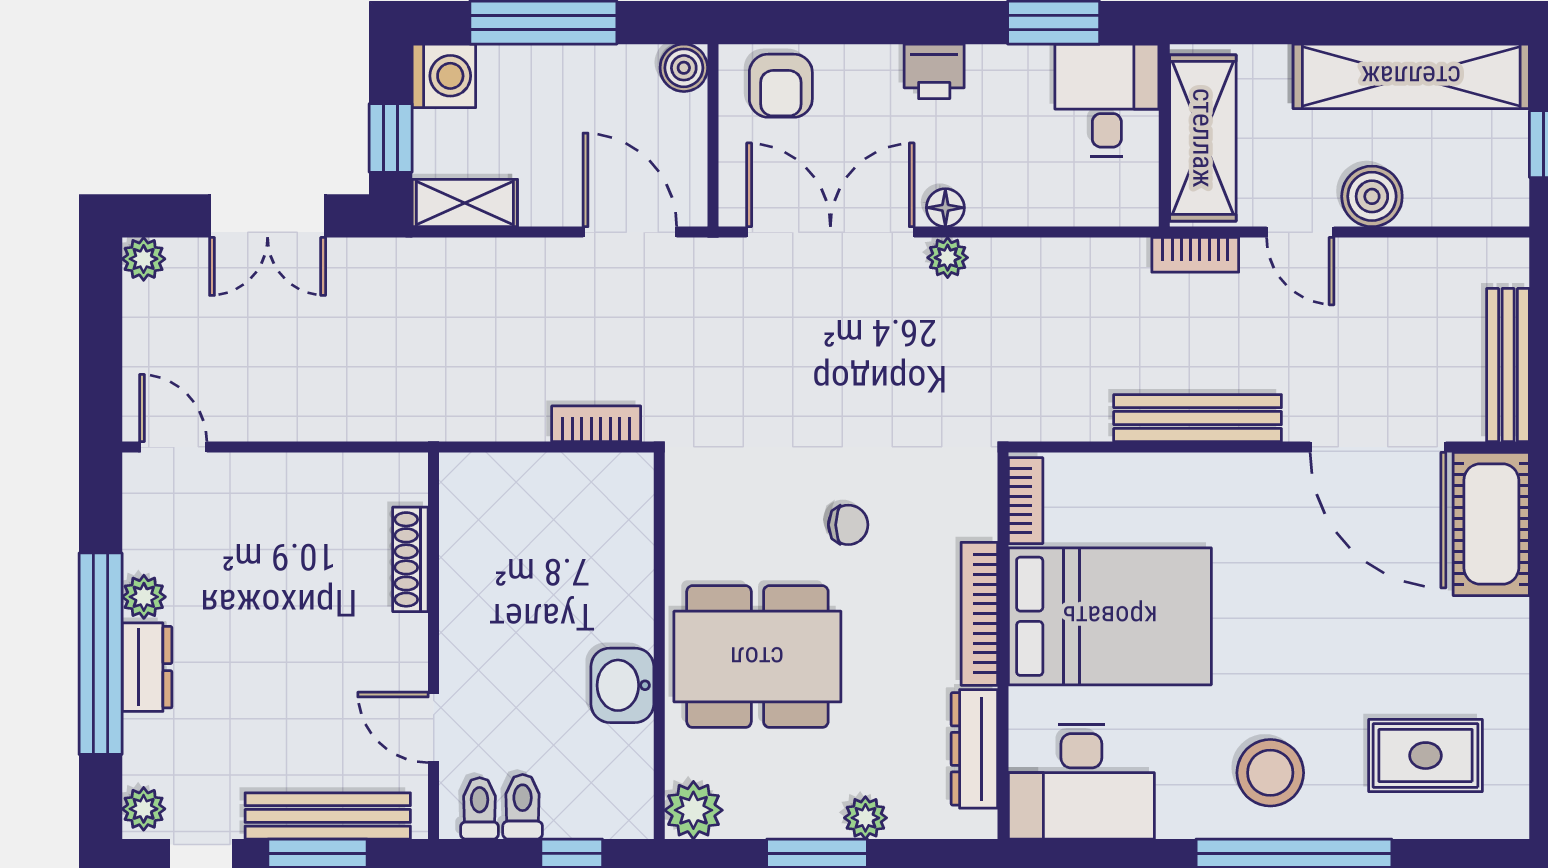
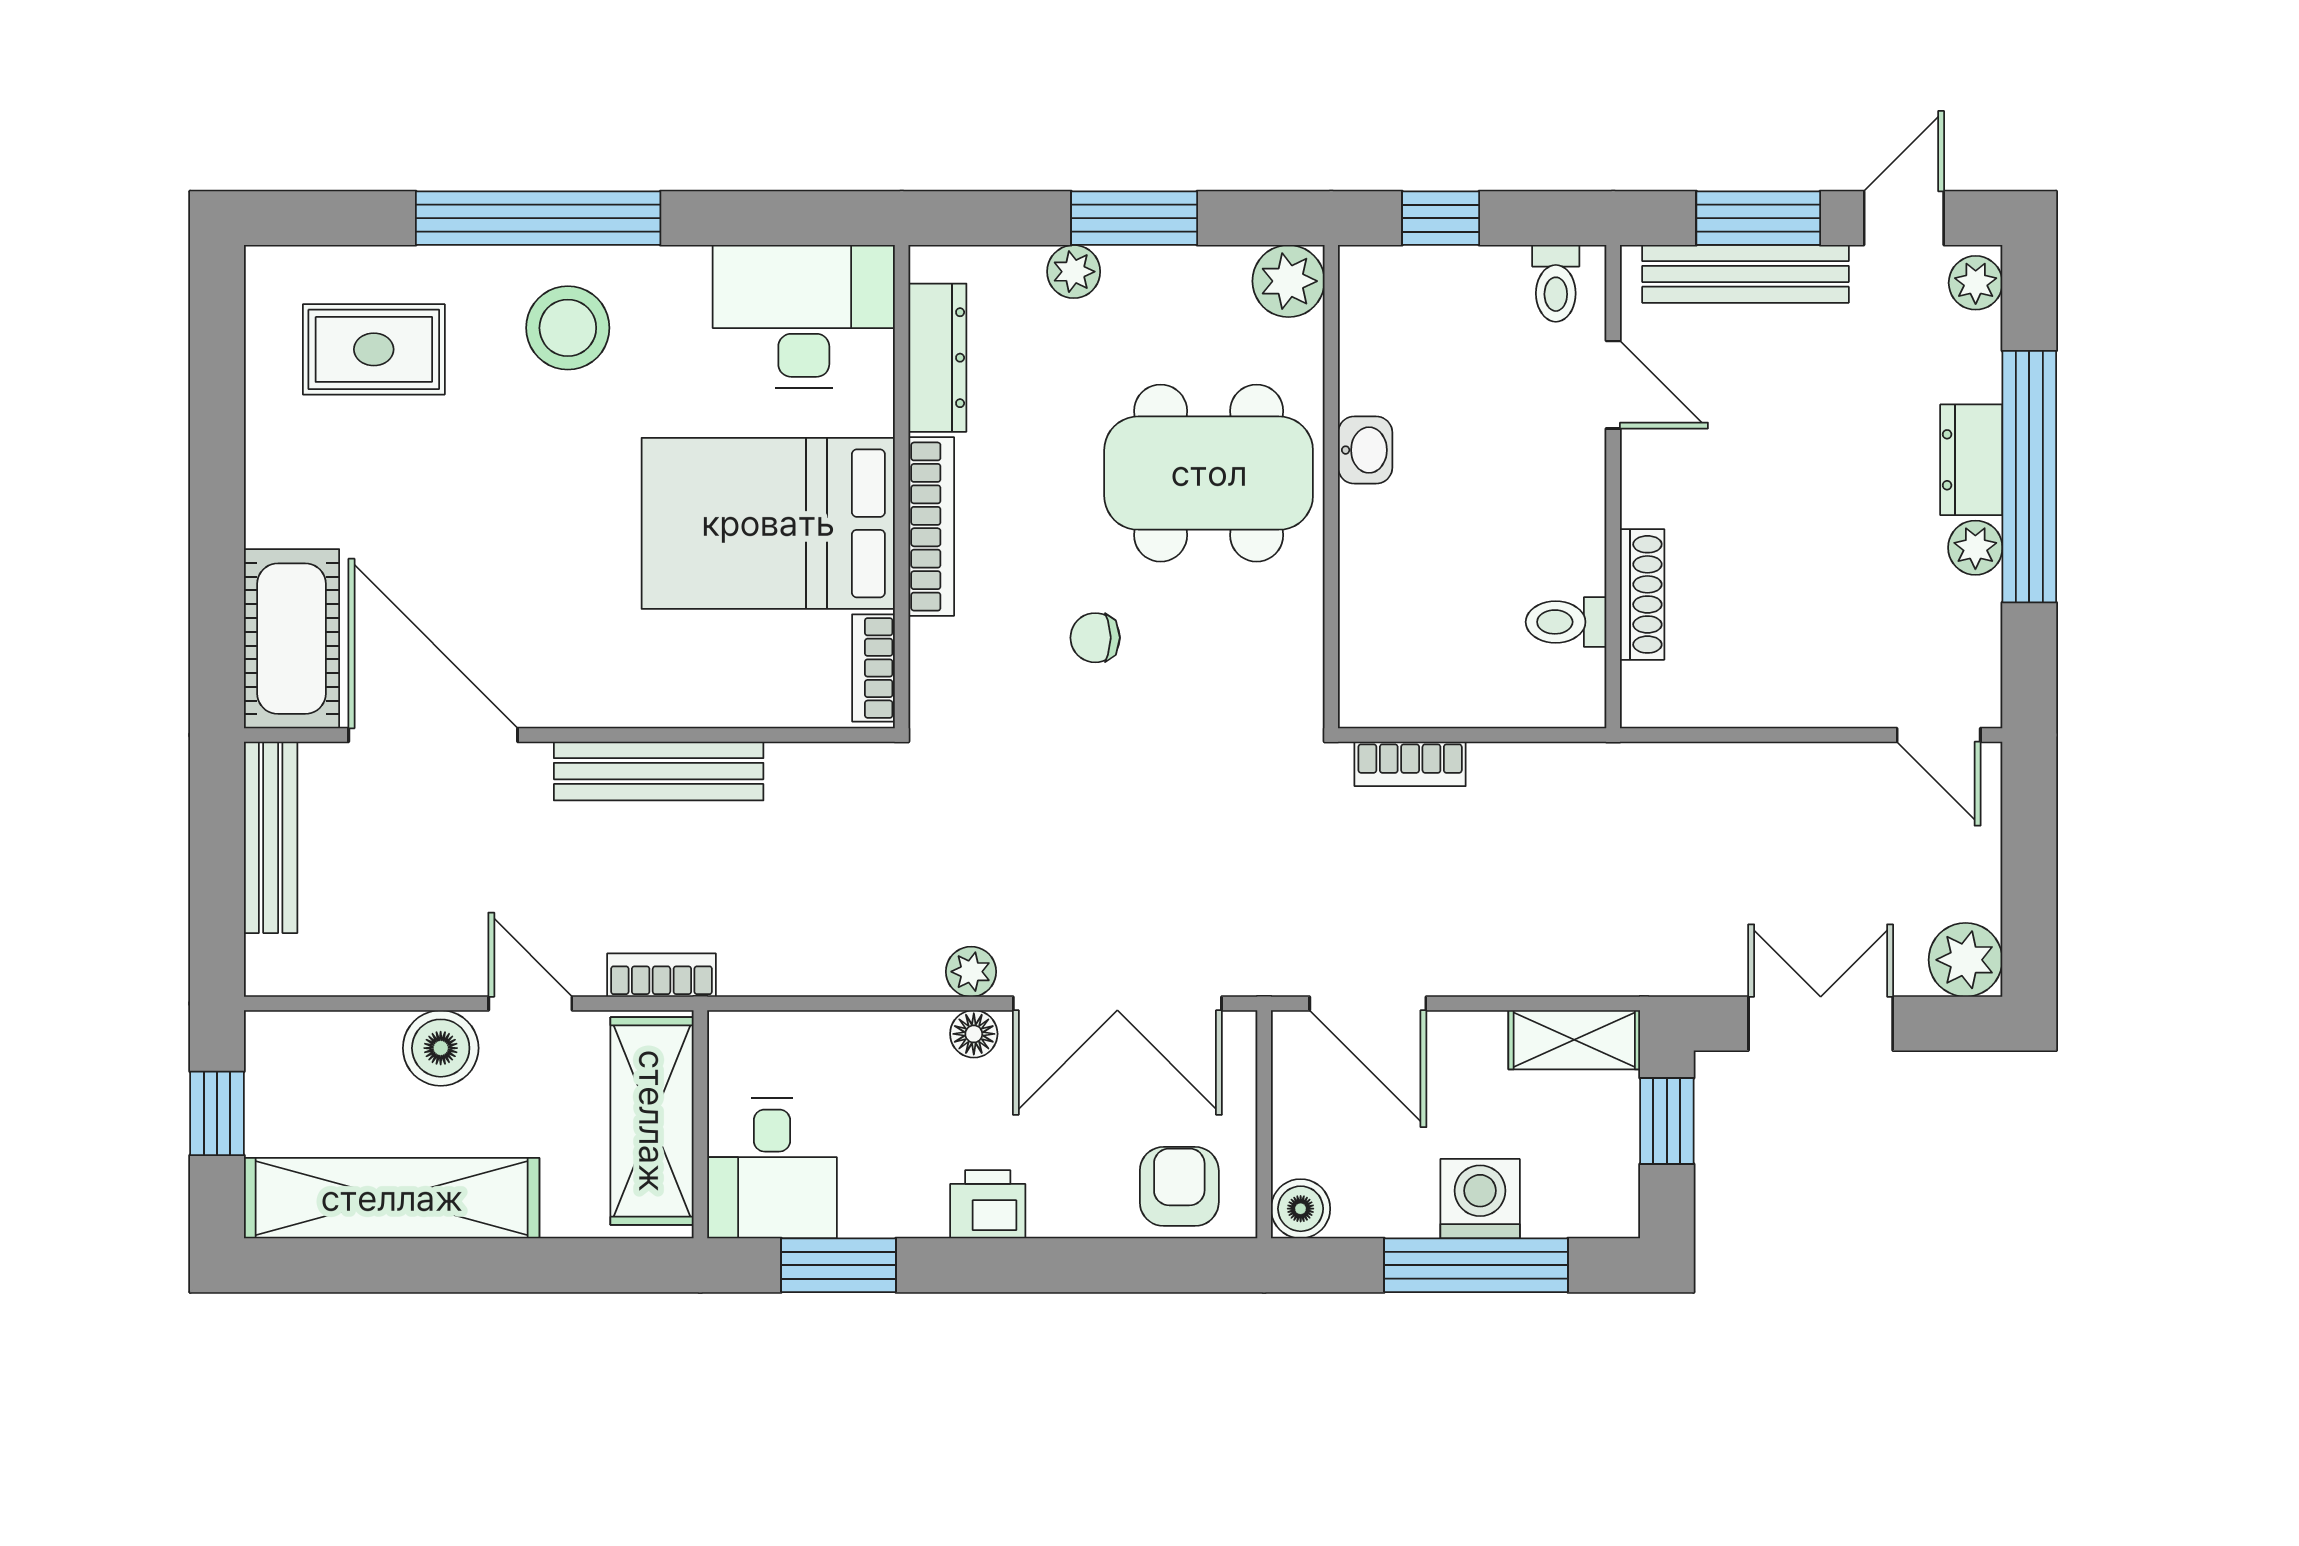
washing machine: (444, 76) -> (1480, 1199), moved, turned 90
plant: (144, 259) -> (1966, 960), width x1.38, depth x1.38
washbasin: (622, 685) -> (1365, 450), width x0.72, depth x0.69
toilet: (523, 807) -> (1566, 622), moved, turned 90

